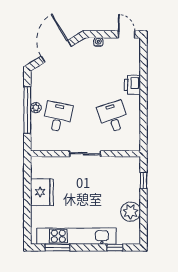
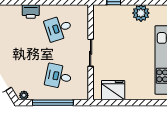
plant: (36, 108) -> (24, 95), moved
fridge: (42, 192) -> (113, 90), moved

